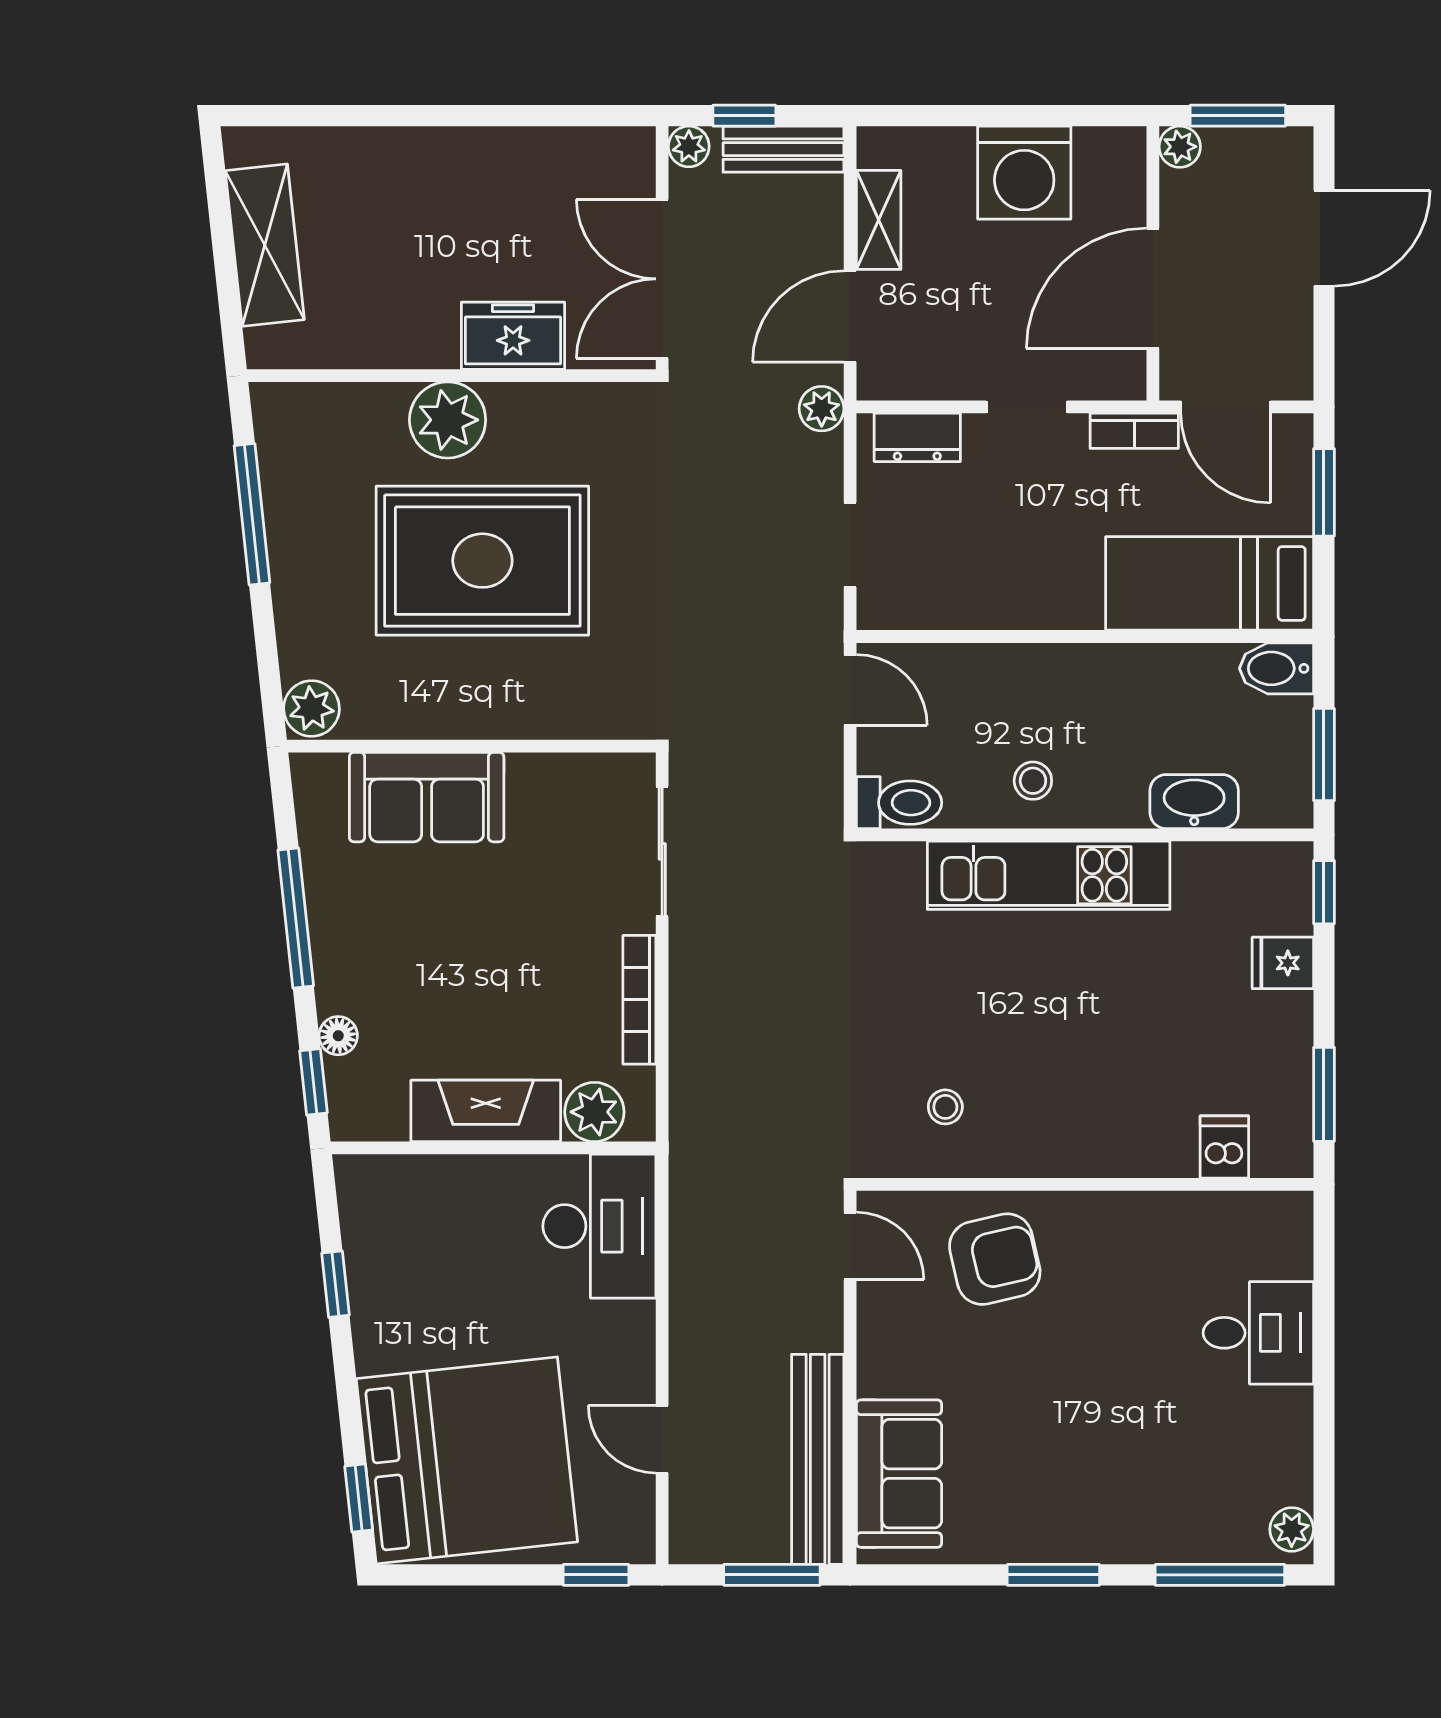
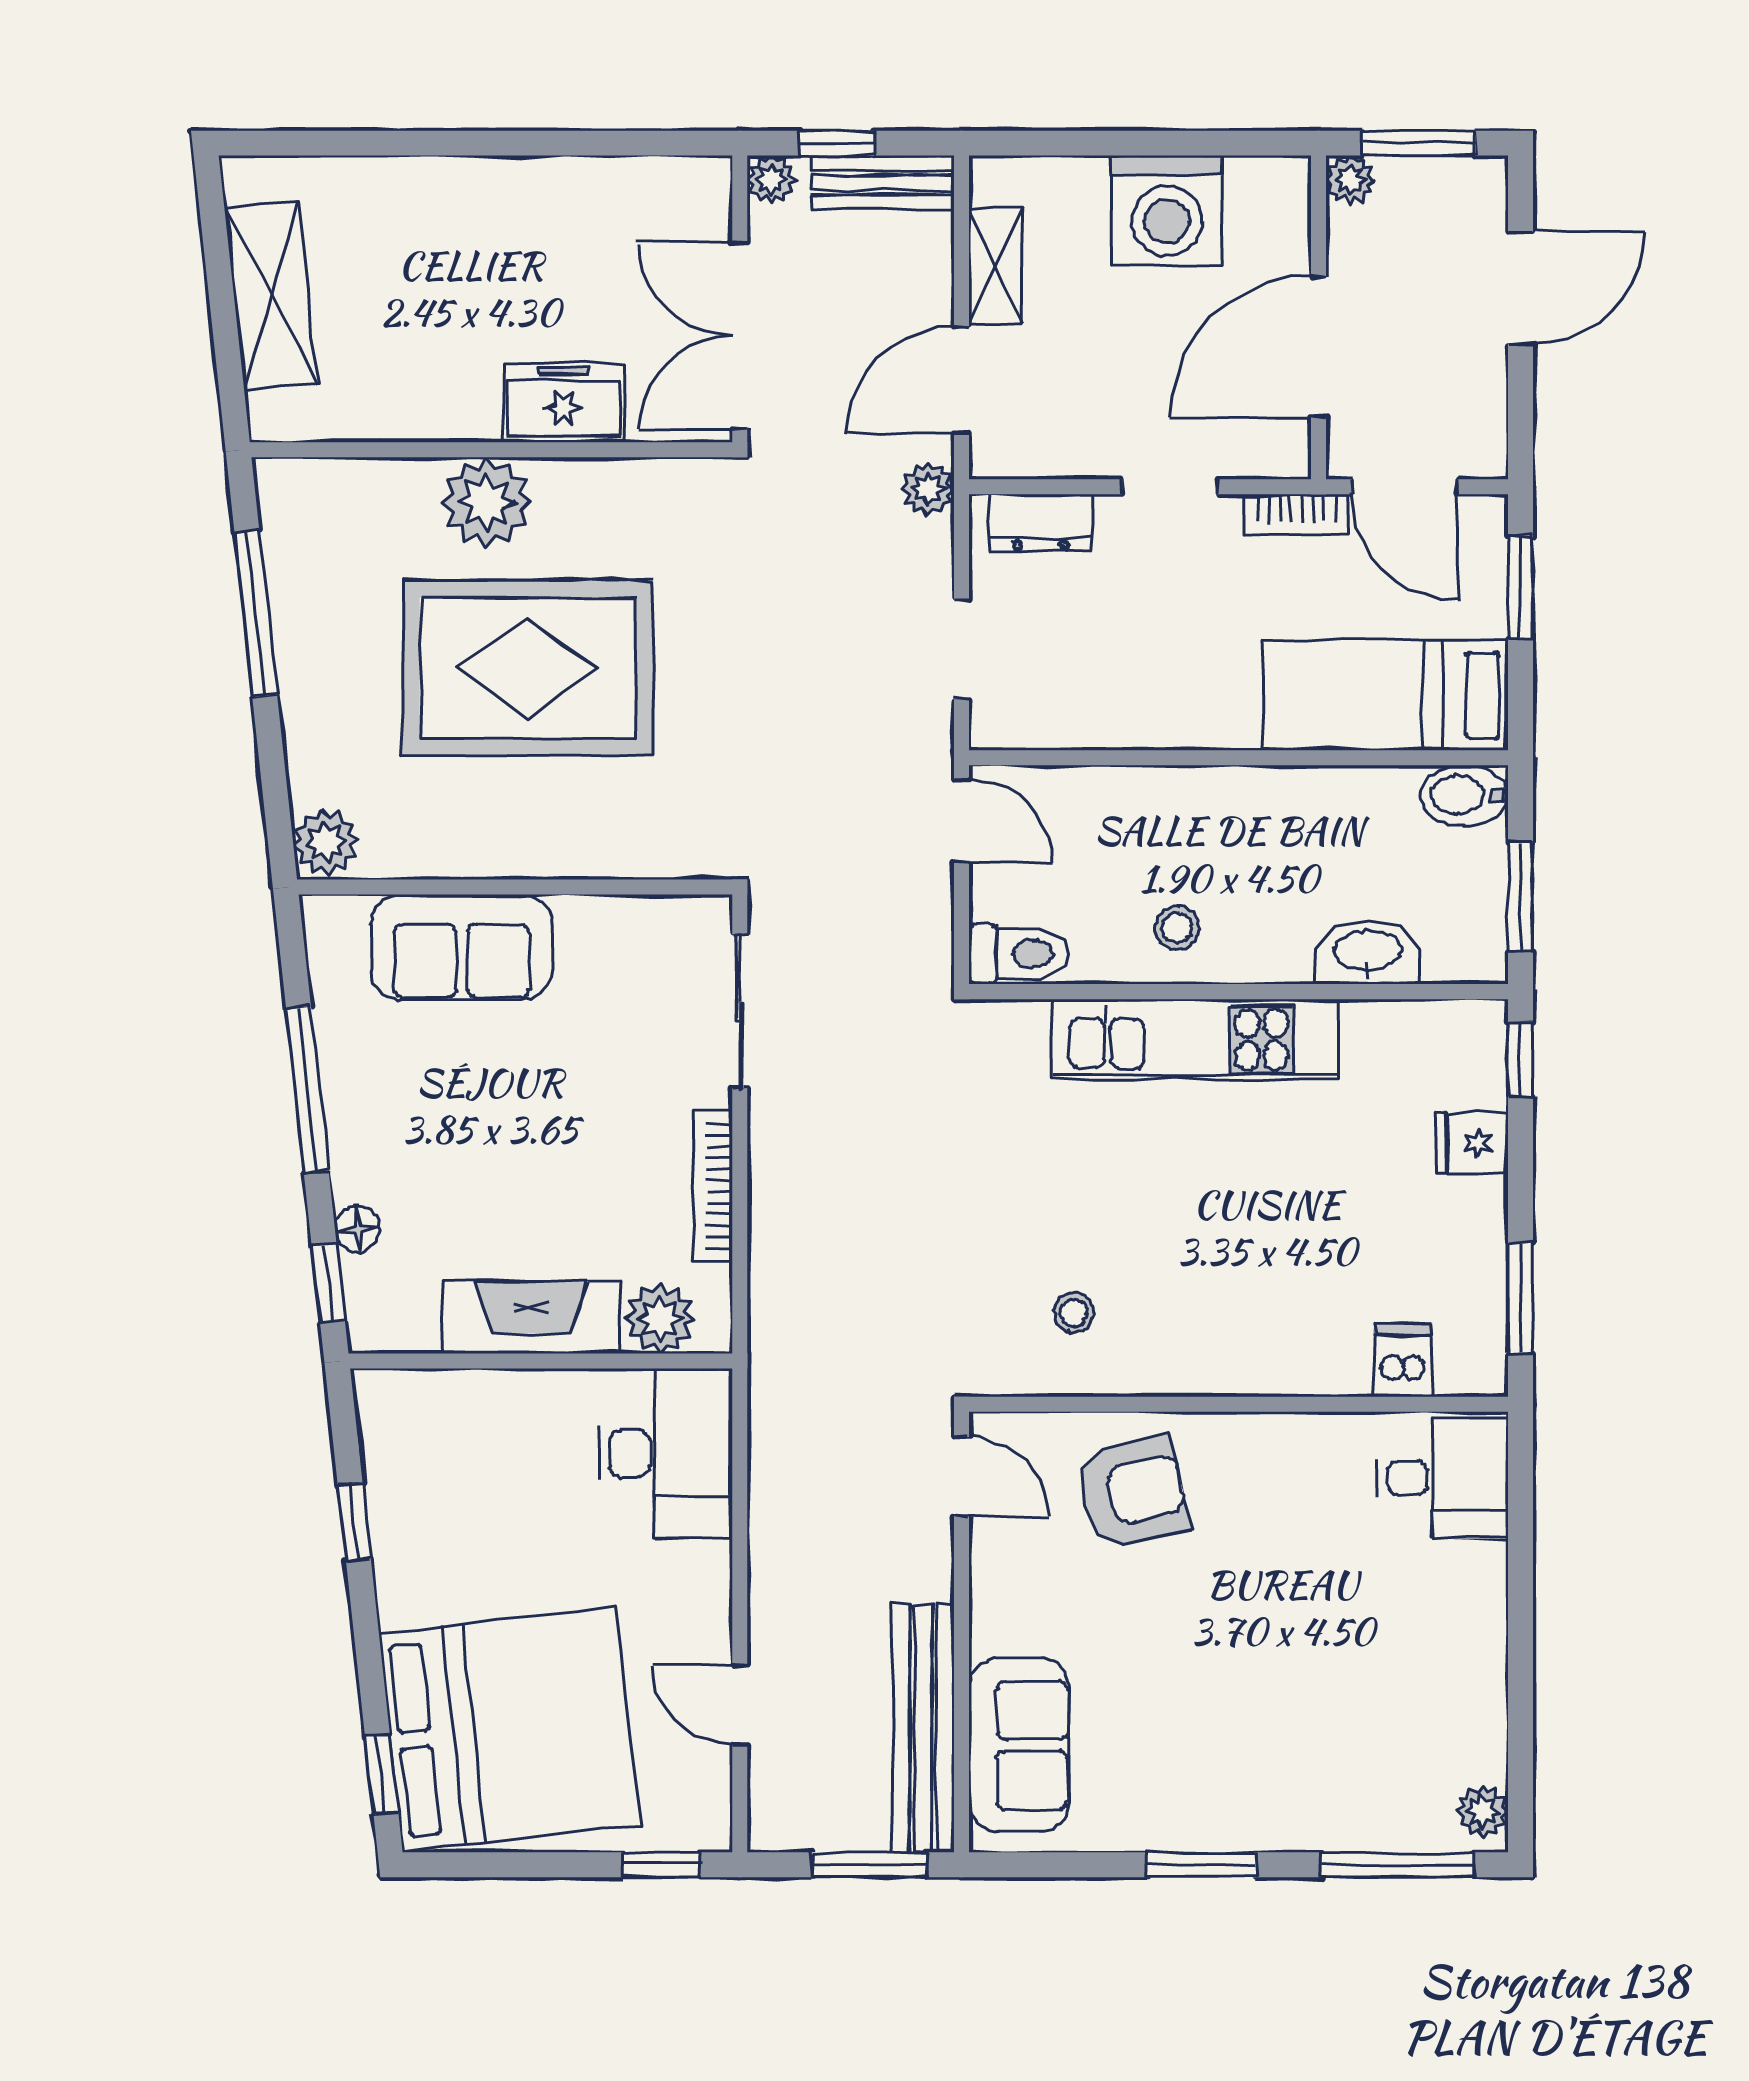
desk: (1258, 1333) -> (1443, 1478), moved

